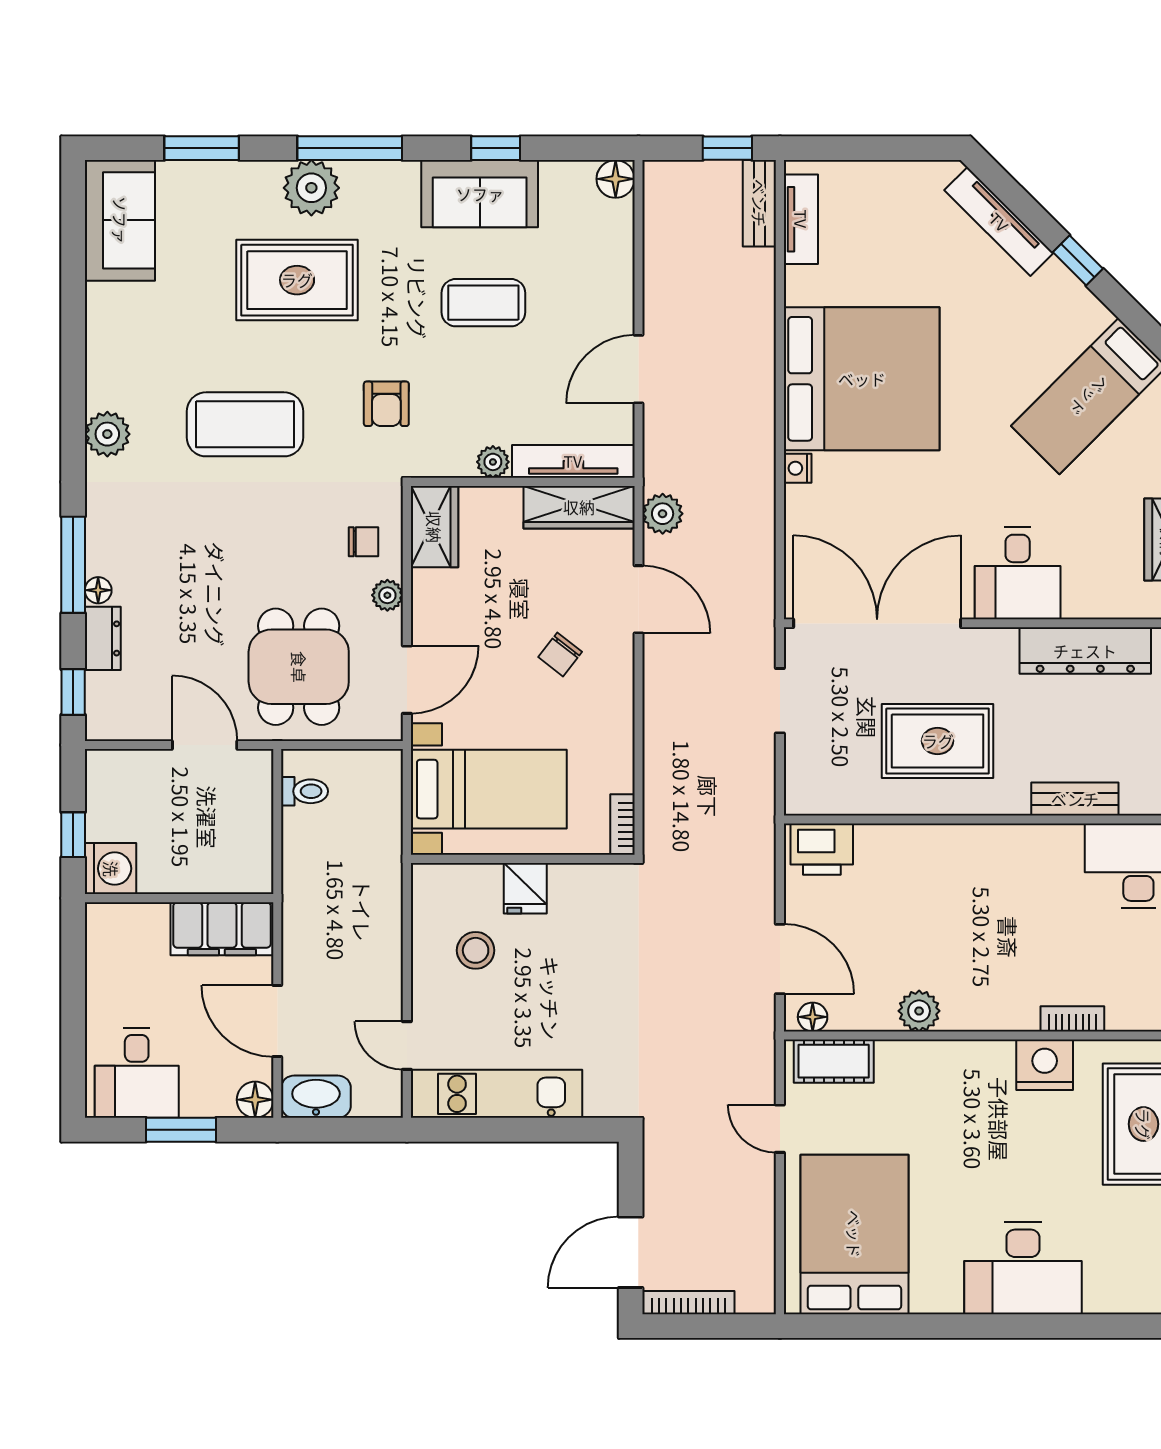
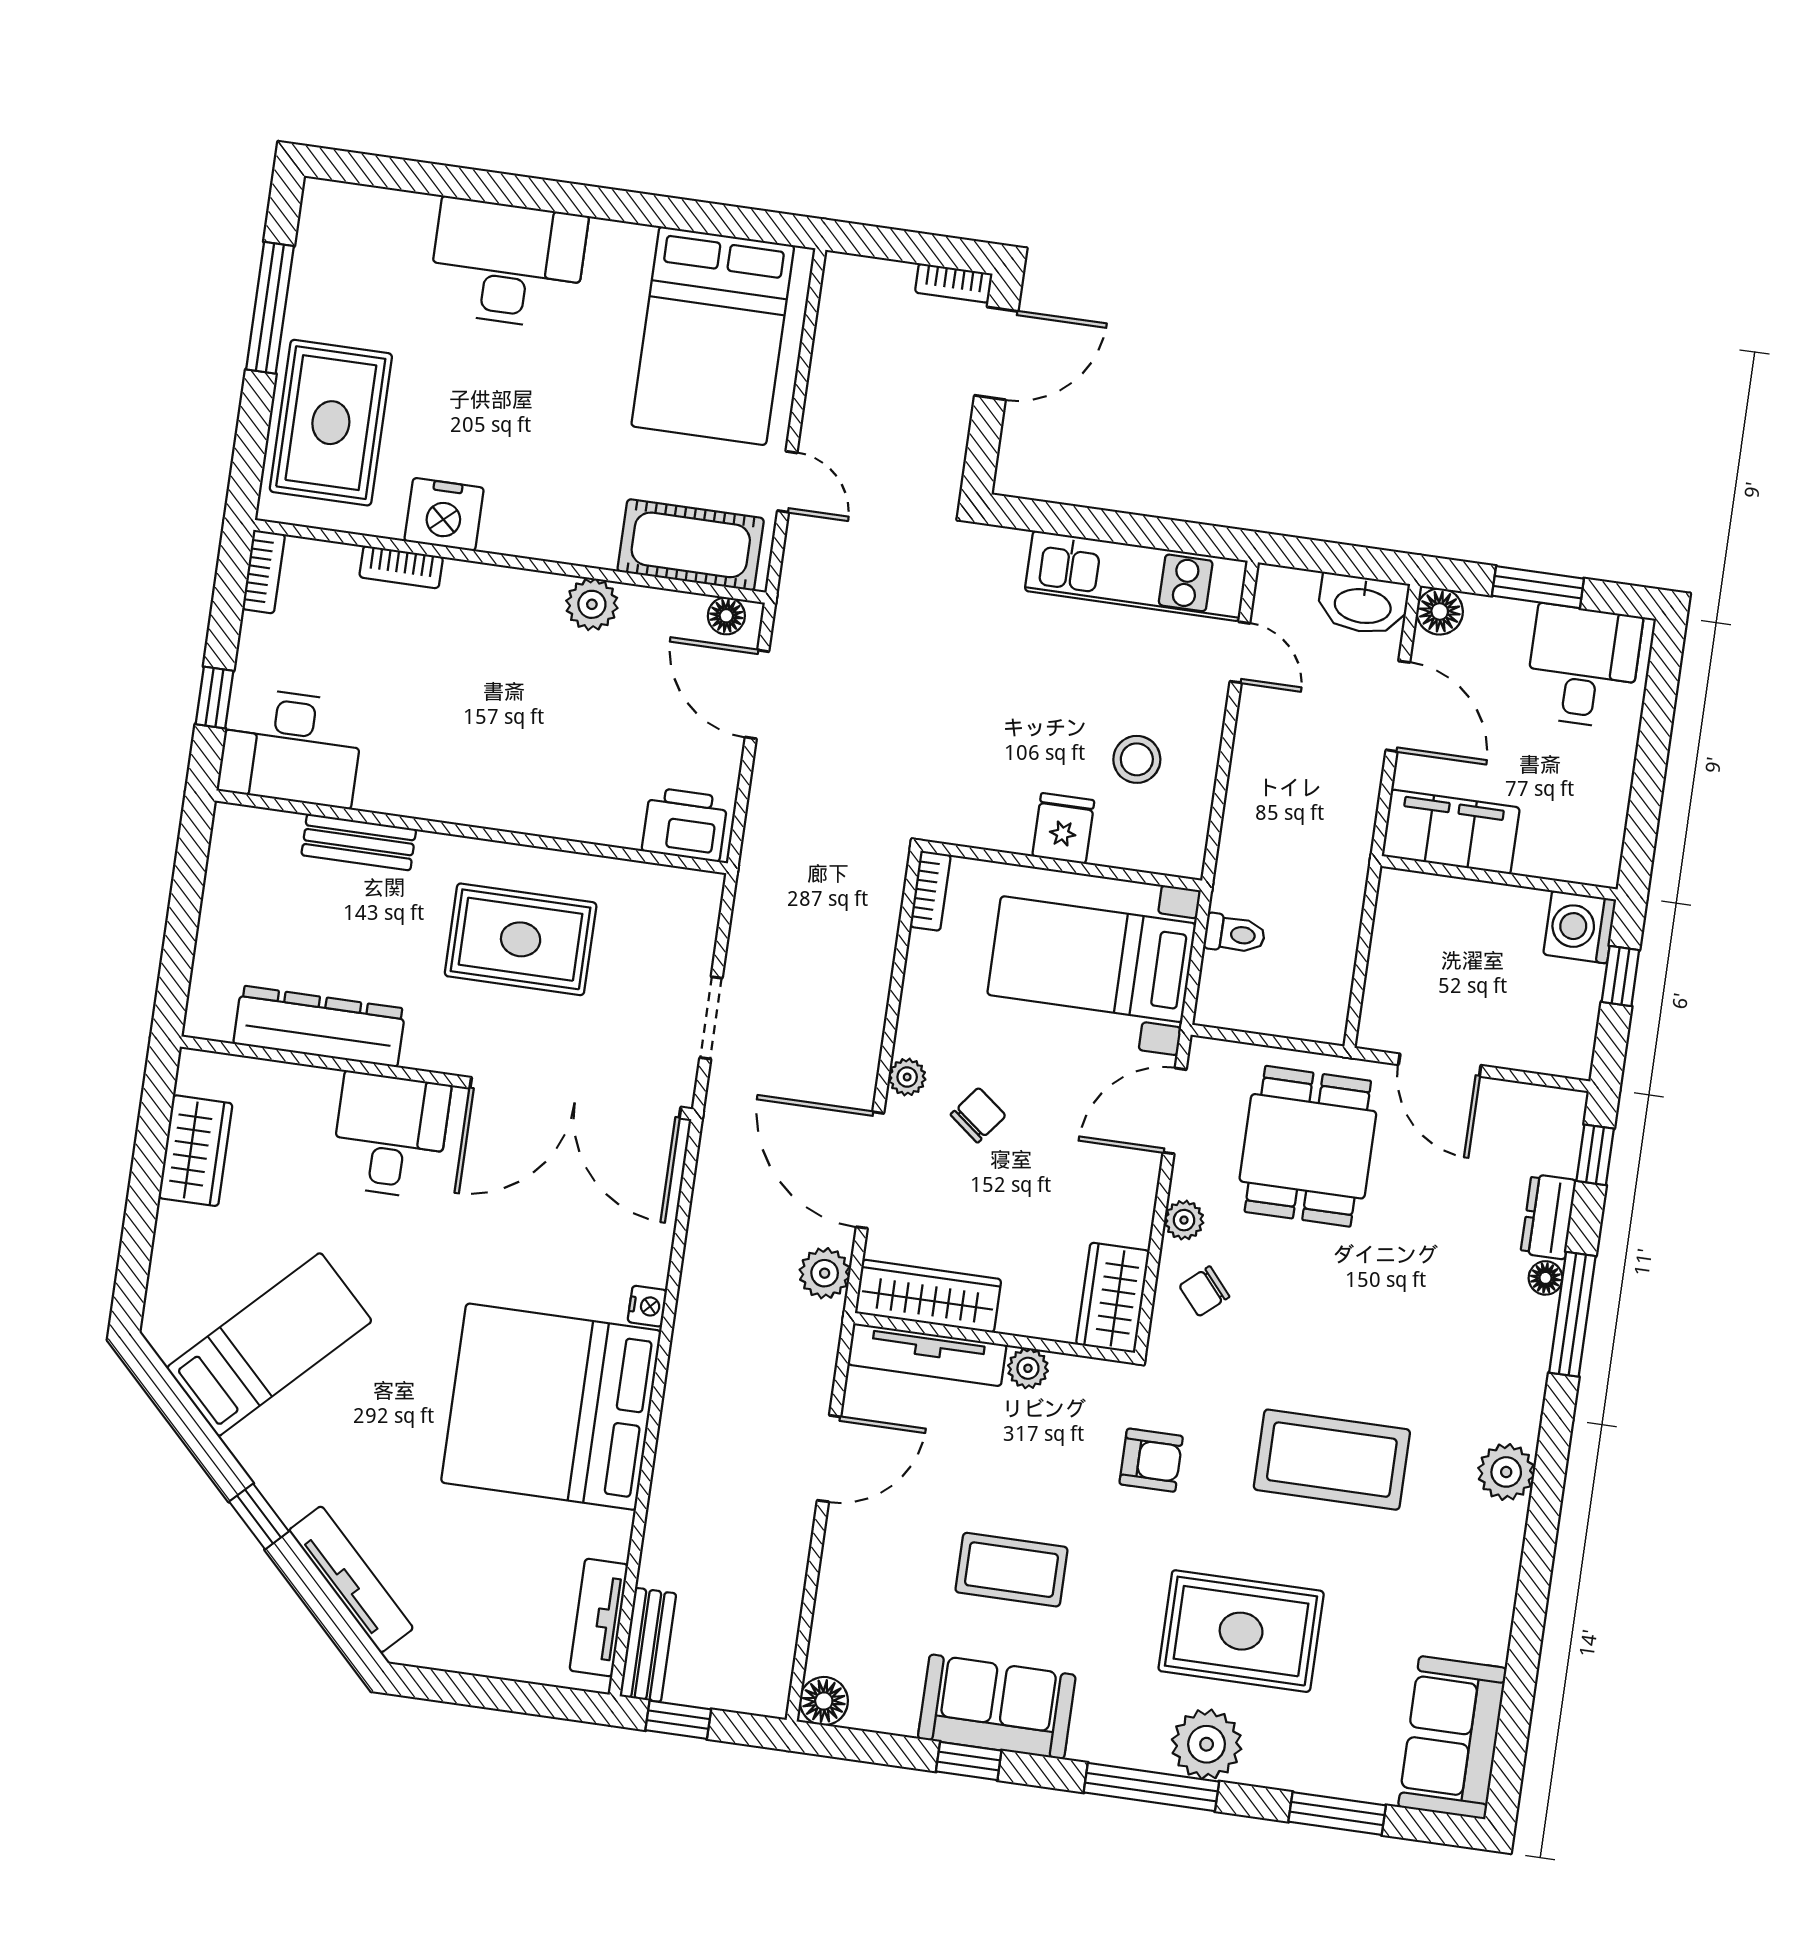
armchair: (386, 404) -> (1151, 1460), turned 90
chair: (364, 542) -> (1204, 1291), turned -41
door: (638, 599) -> (870, 1170), width x1.36
plant: (620, 676) -> (907, 1077), added
toilet: (305, 791) -> (1235, 934), moved, turned 180
cot: (834, 1061) -> (691, 545), width x1.37, depth x1.34
bookcase: (688, 1303) -> (954, 283), width x0.64

